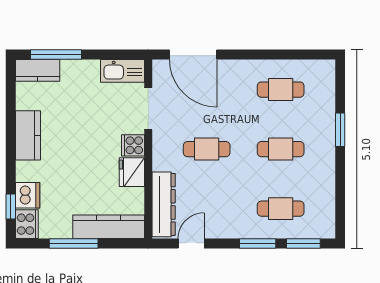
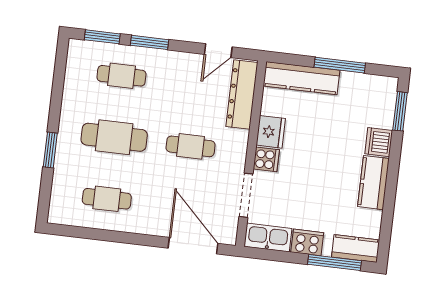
cafe table: (281, 149) -> (114, 137), width x1.37, depth x1.35
dishwasher: (28, 195) -> (379, 142), moved
window: (11, 206) -> (400, 111), width x1.50
cooker: (27, 224) -> (307, 242), moved, turned 90

